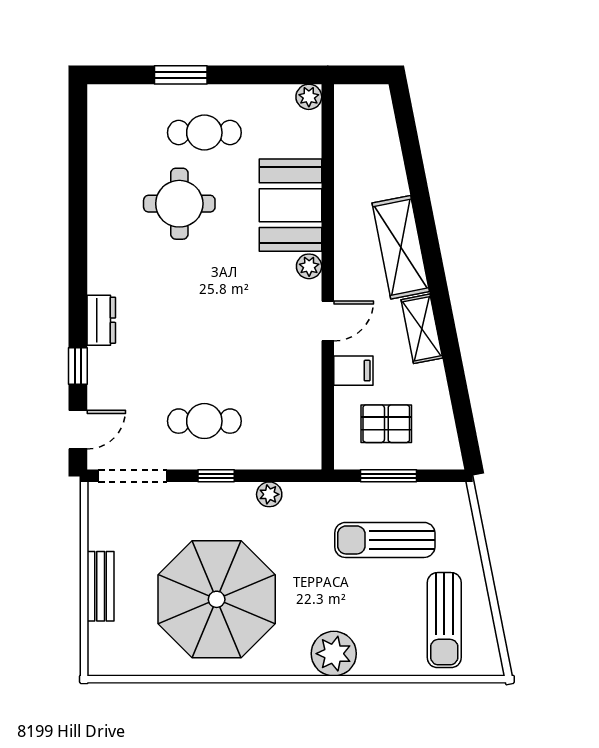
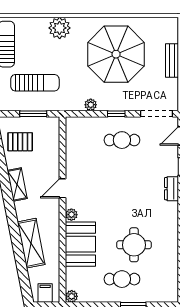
shelving: (401, 247) -> (31, 243), moved
filing cabinet: (353, 371) -> (45, 293), moved, turned 90
pallet: (386, 424) -> (20, 142), moved

